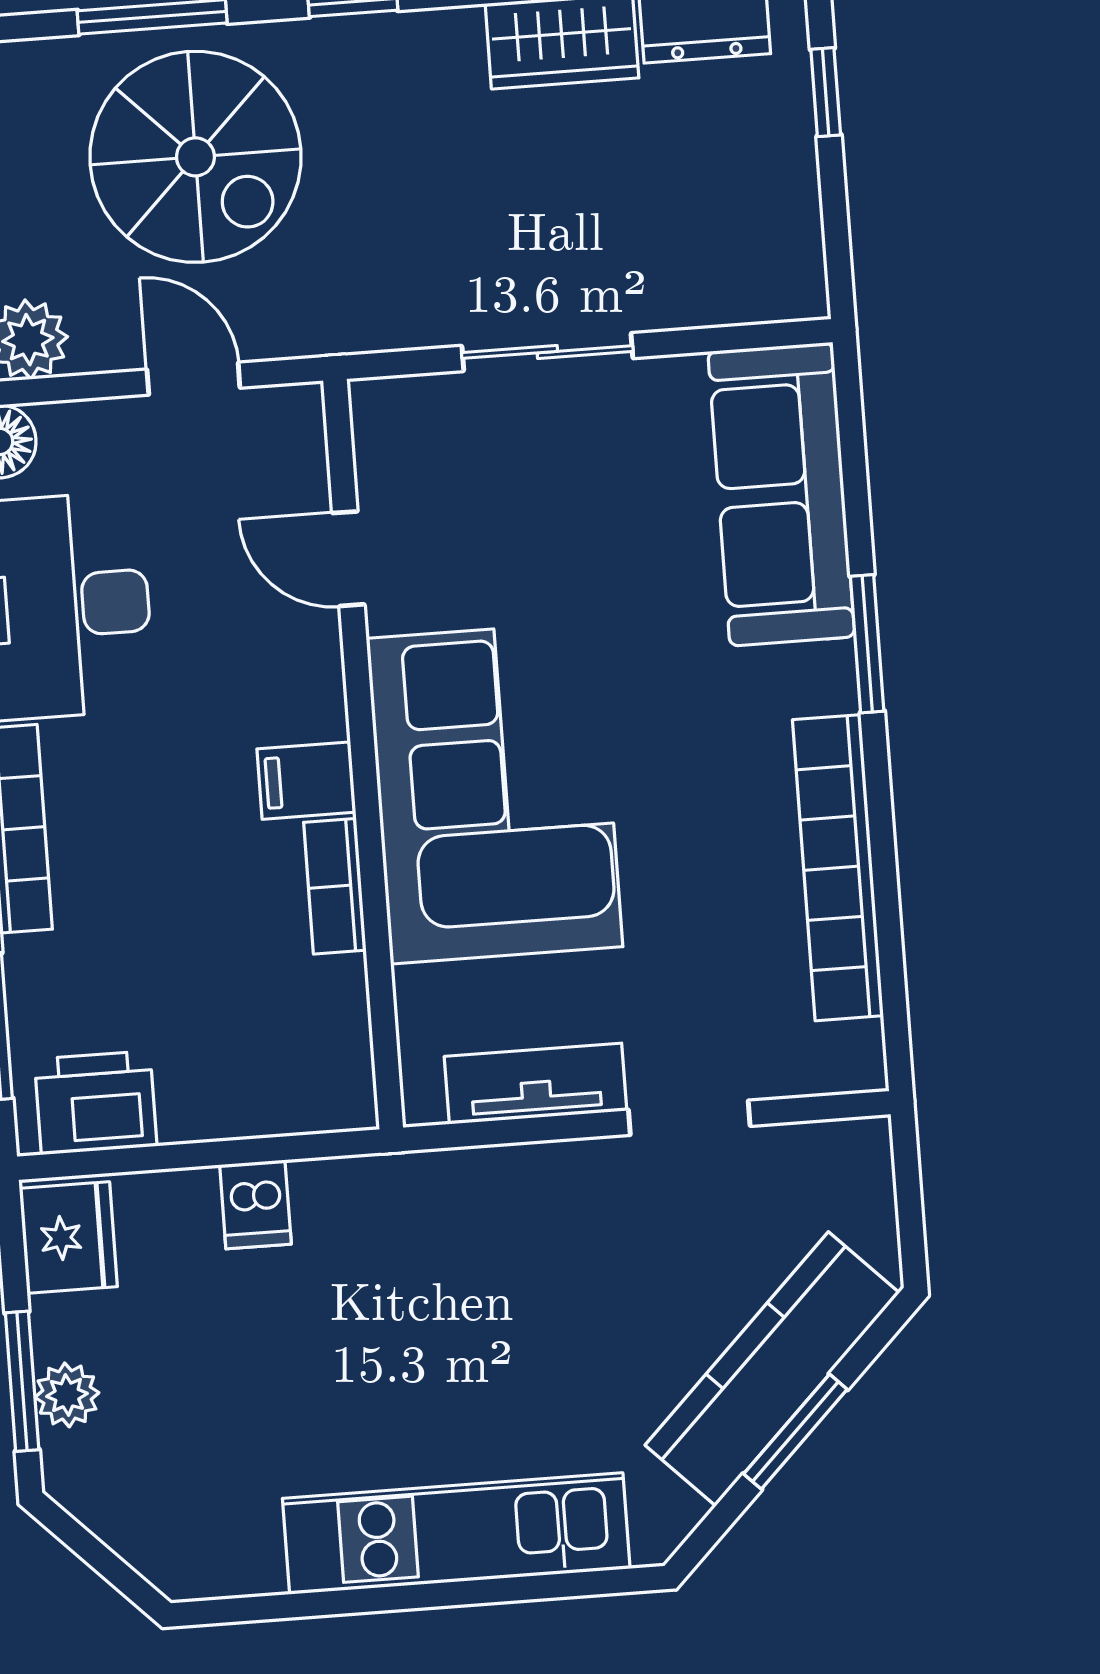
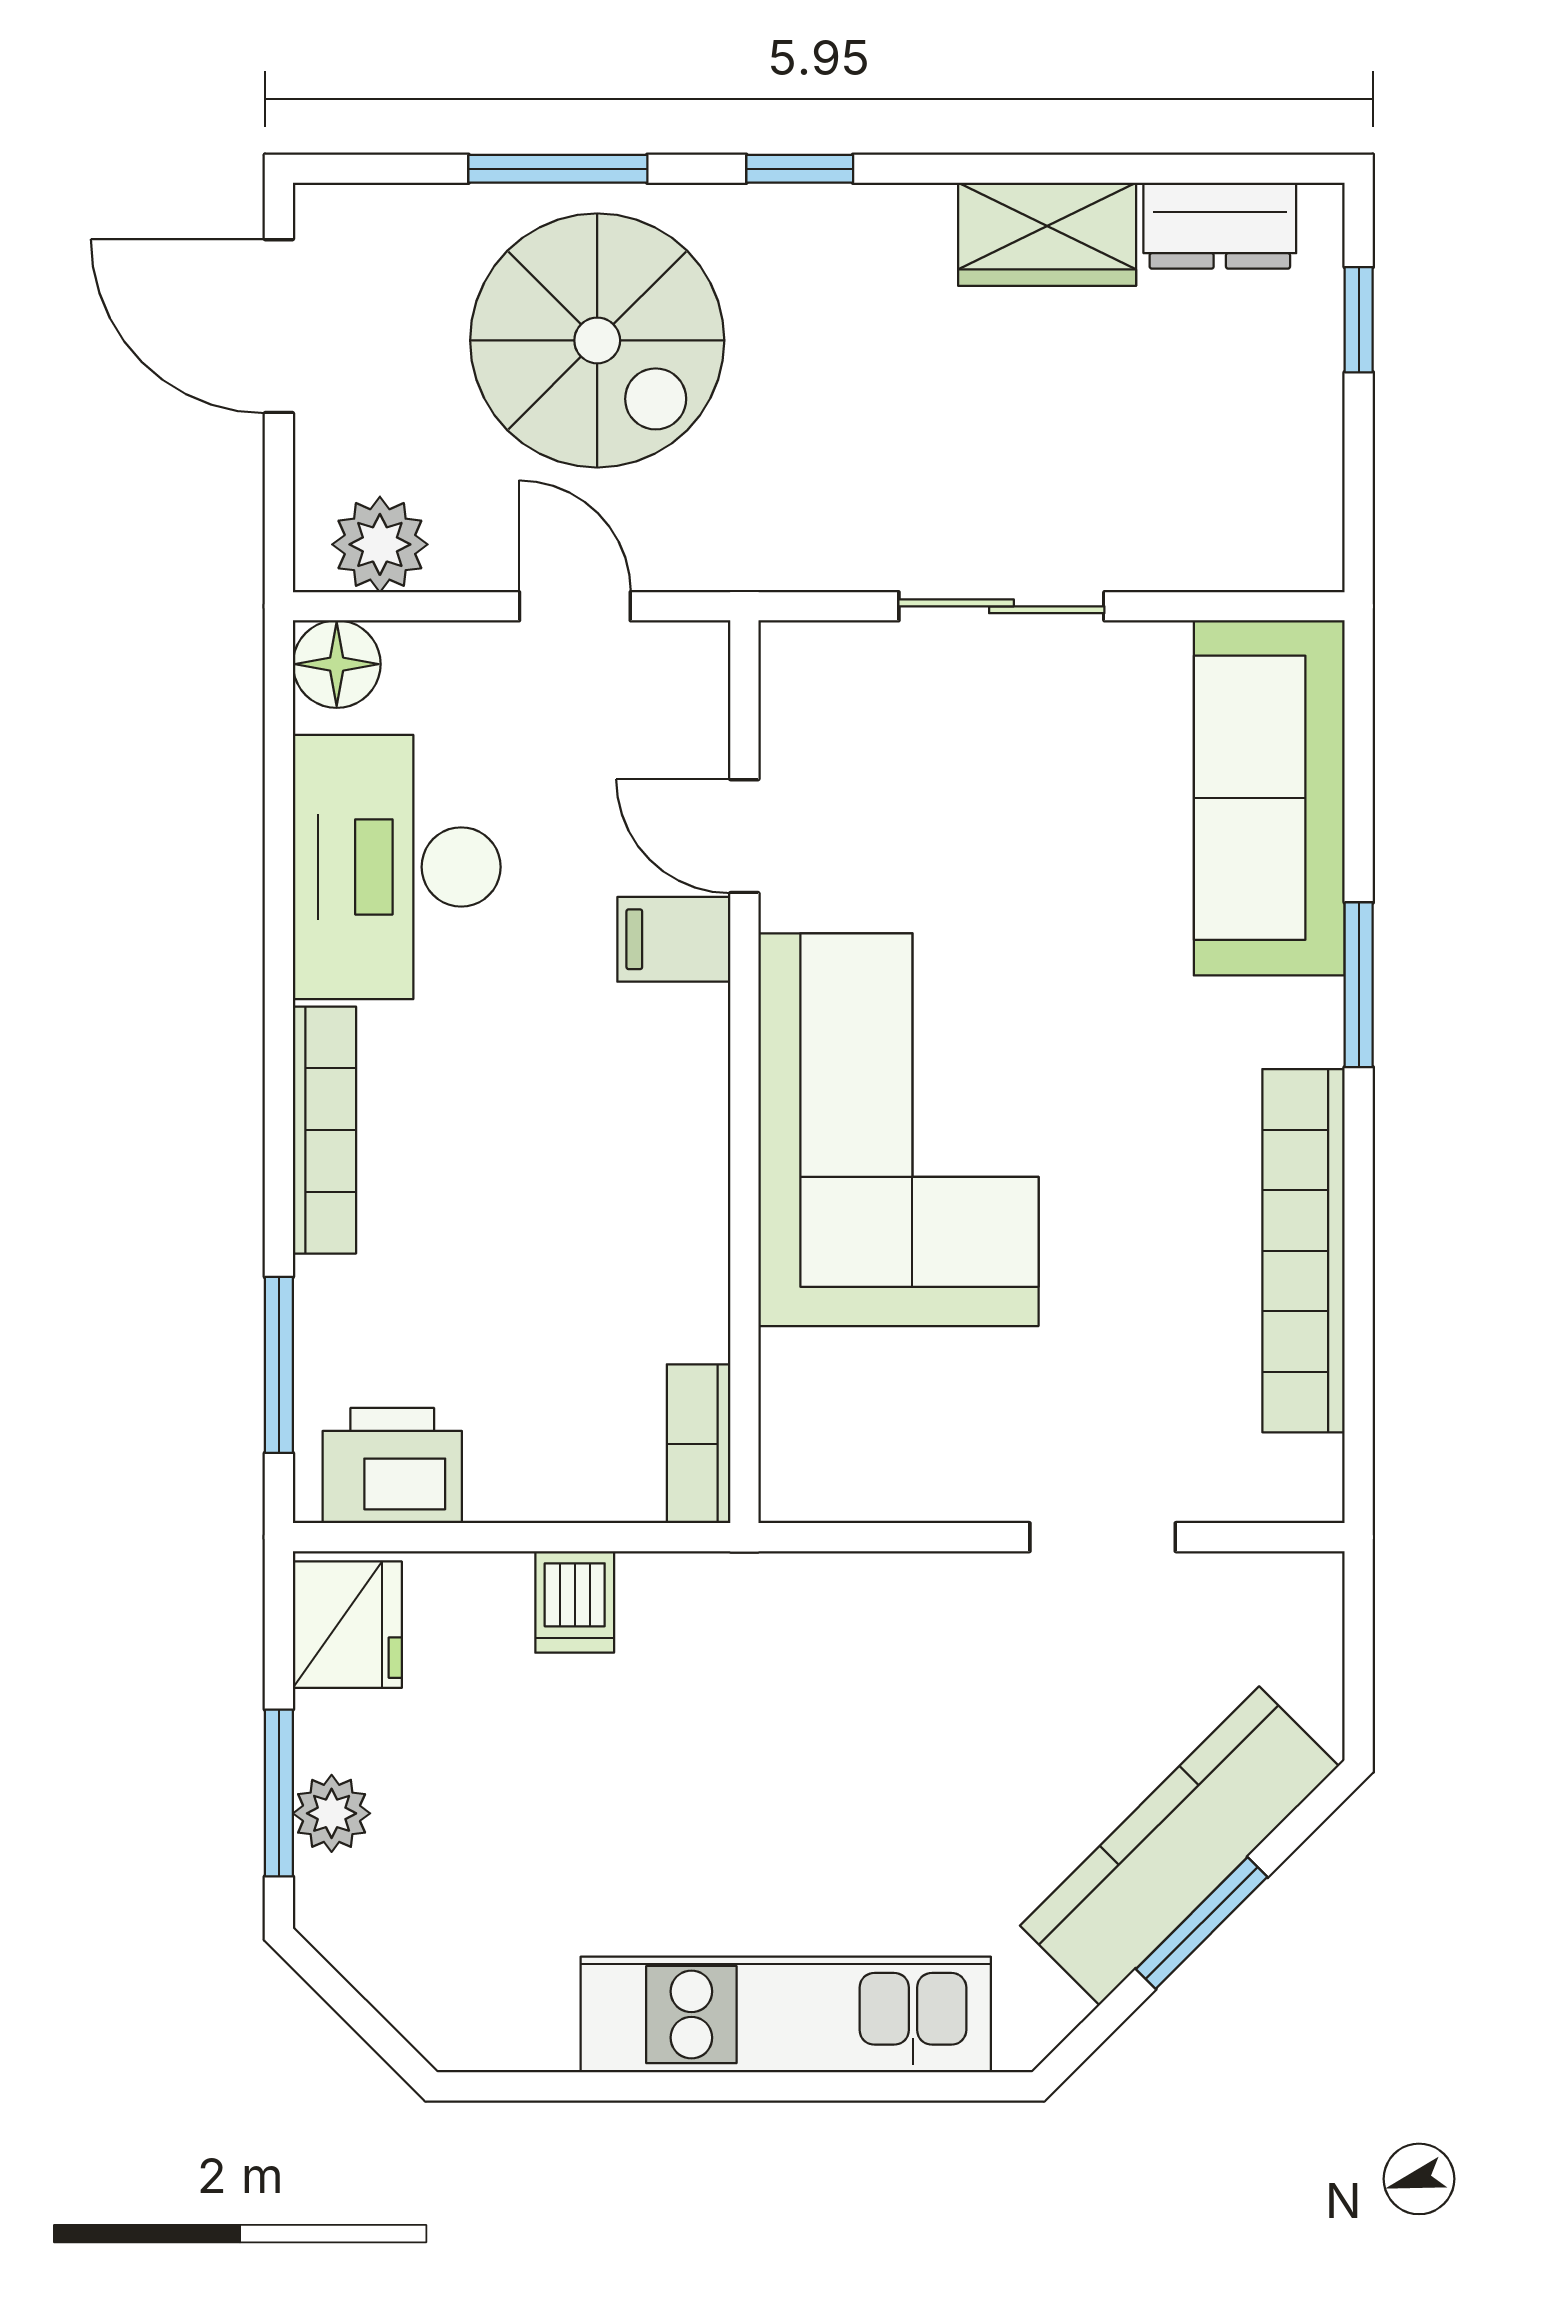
filing cabinet: (306, 781) -> (674, 939), moved
bookcase: (335, 886) -> (699, 1444), moved
tv unit: (535, 1084) -> (921, 1482), removed

